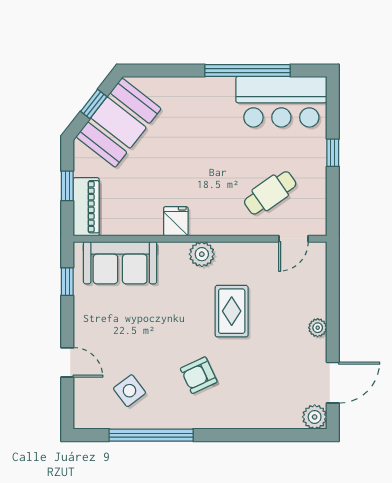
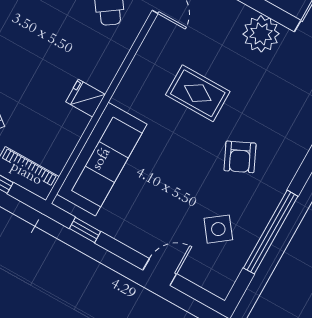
plant: (202, 254) -> (130, 91), removed
sofa: (120, 263) -> (102, 159), width x1.36
plant: (318, 328) -> (261, 34), width x1.87, depth x1.87

